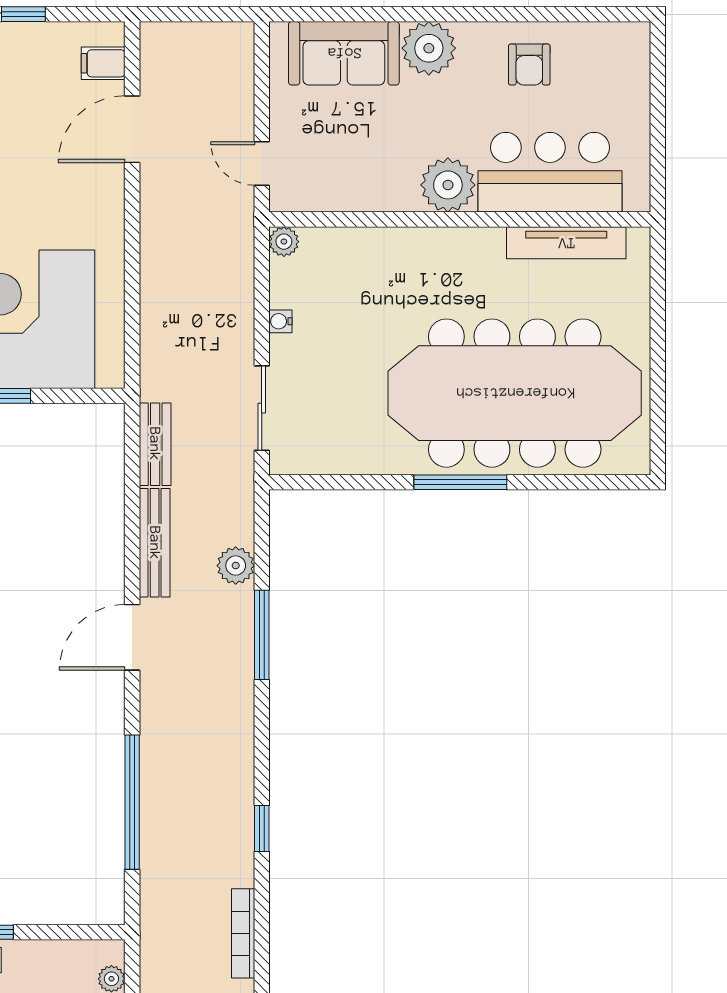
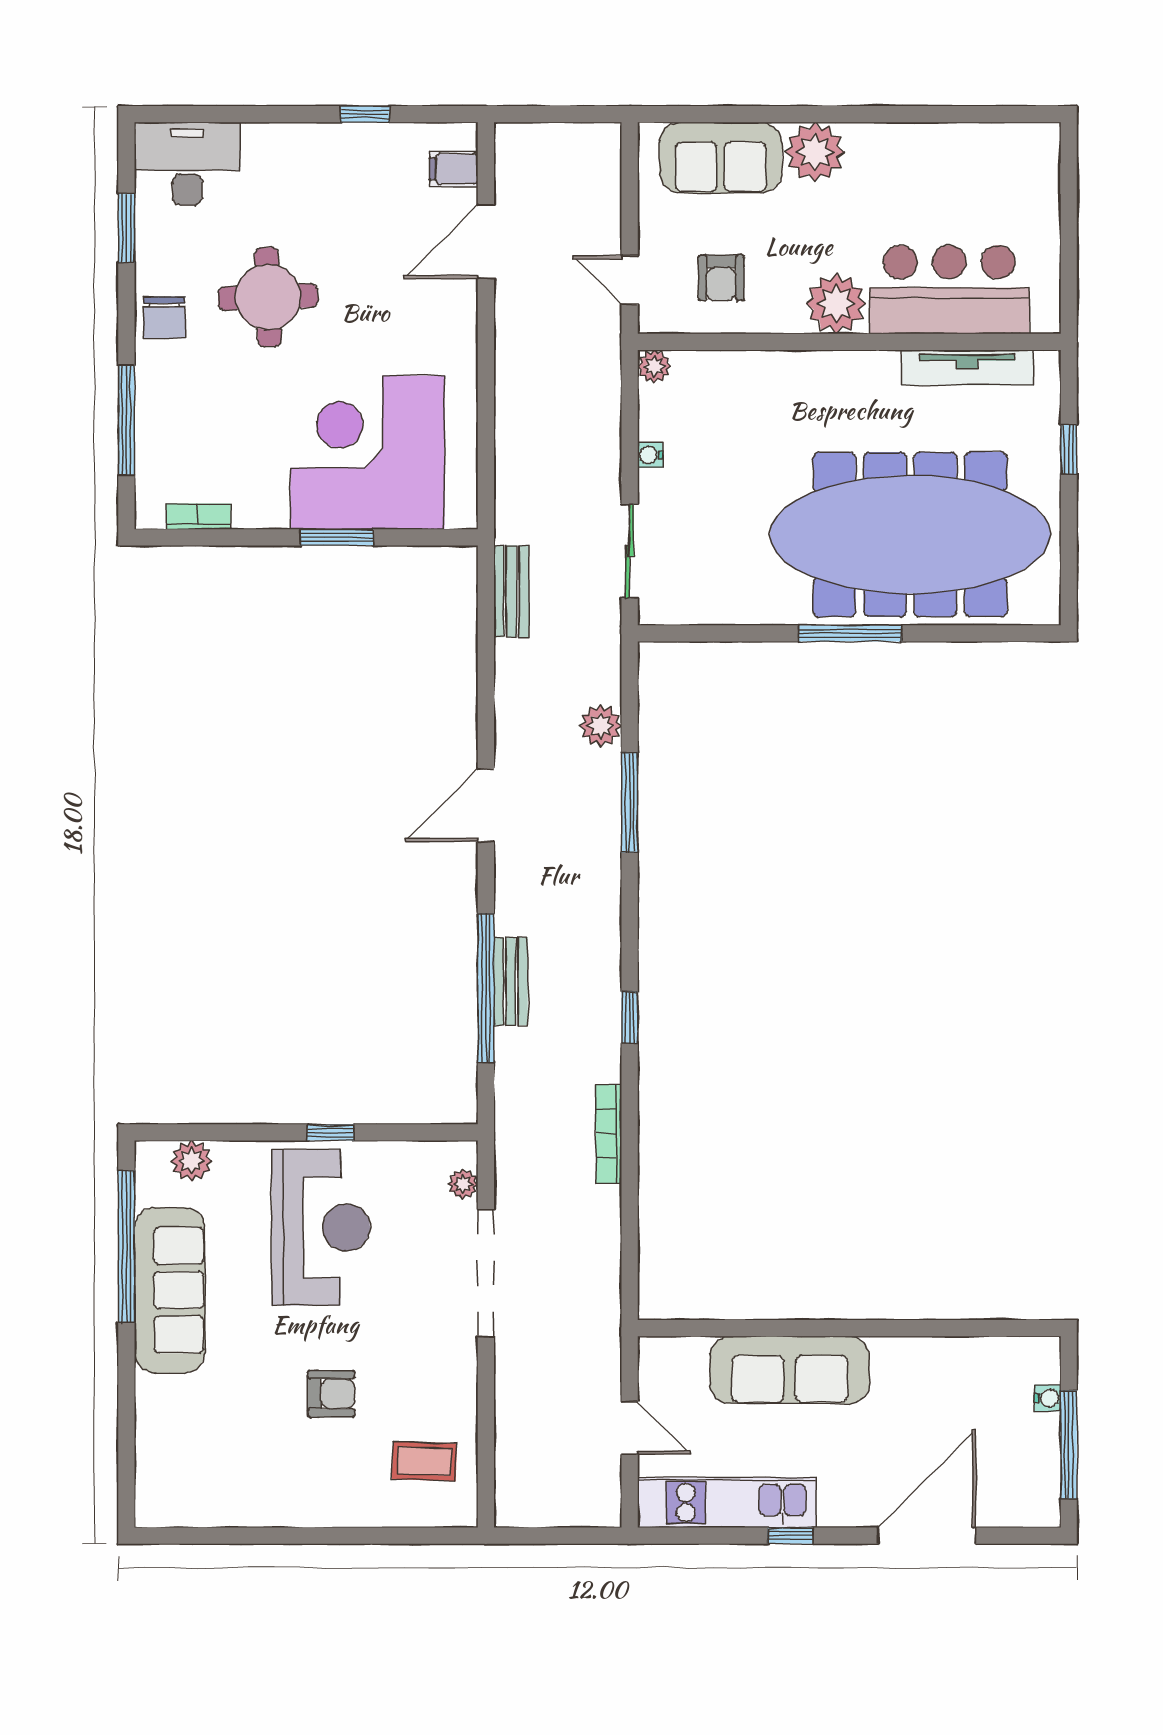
armchair: (529, 65) -> (721, 278), moved
window: (658, 316) -> (1069, 449), added
bench: (155, 543) -> (511, 981), moved, width x0.73

